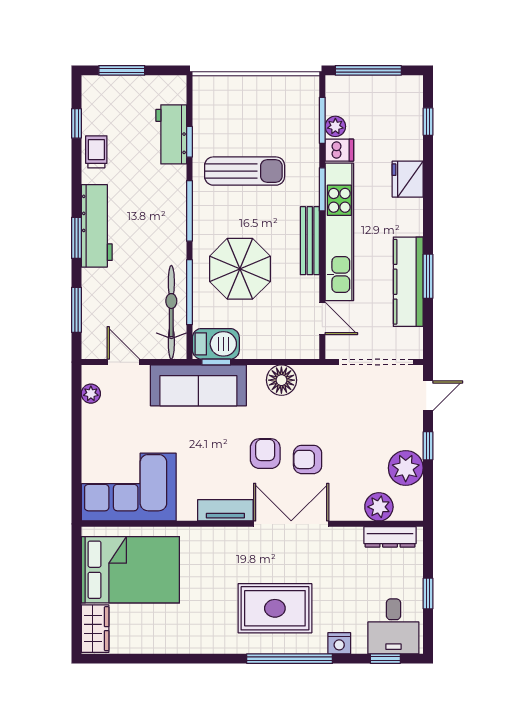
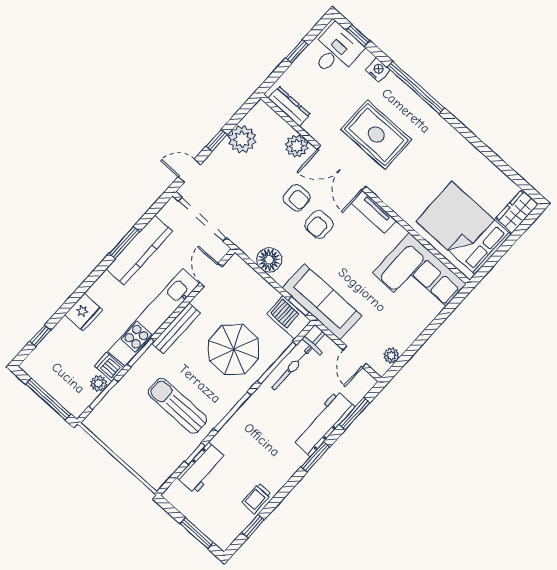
workbench: (97, 226) -> (324, 423), moved
plant: (379, 507) -> (297, 146), moved
rug: (275, 608) -> (376, 135), moved

